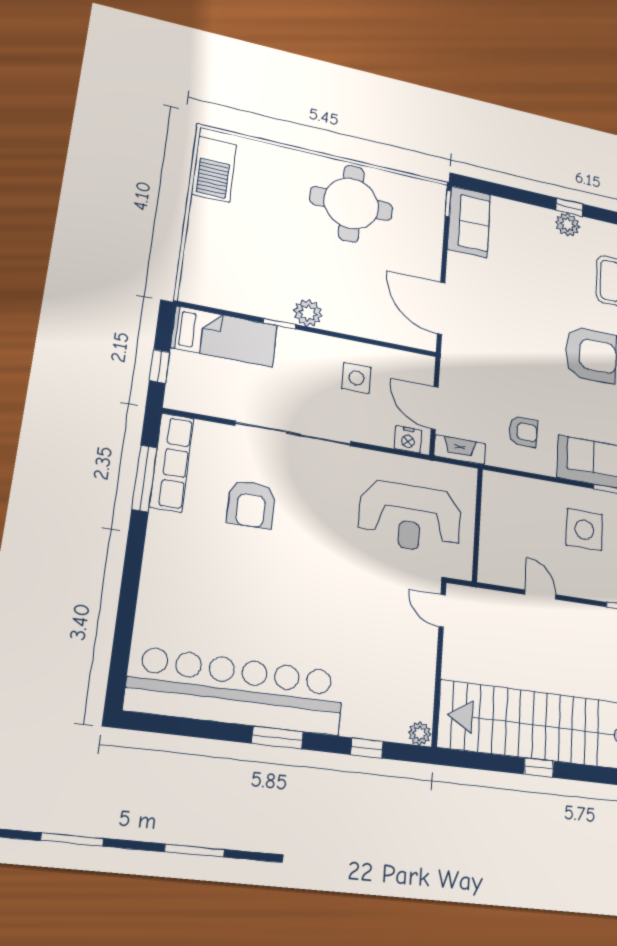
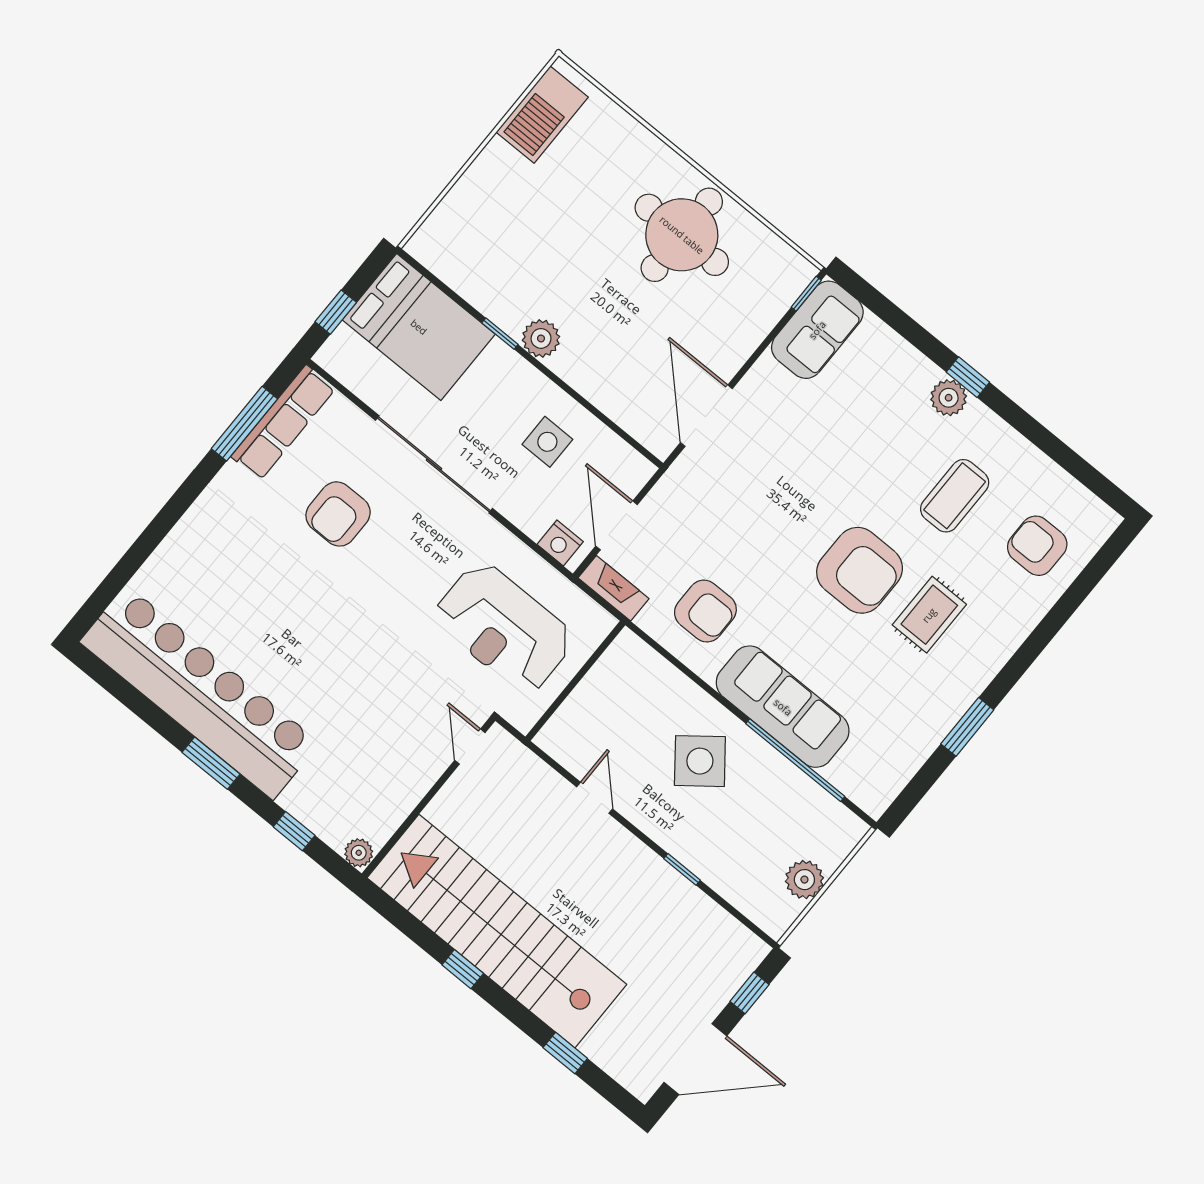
bed: (224, 337) -> (419, 327), width x1.50
armchair: (523, 432) -> (705, 611), width x1.38, depth x1.38
side table: (584, 530) -> (700, 761), turned -38

